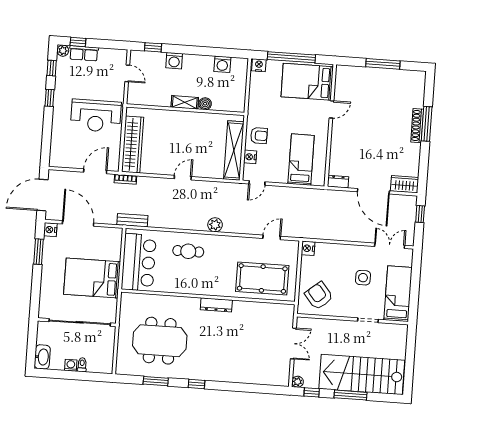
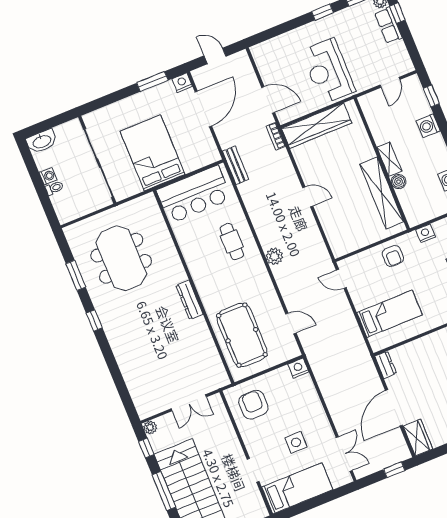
shelving: (234, 150) -> (382, 193), moved, turned 90
nightstand: (250, 157) -> (426, 233), moved
door: (42, 195) -> (215, 56), width x0.53
armchair: (319, 296) -> (253, 405), turned -50

